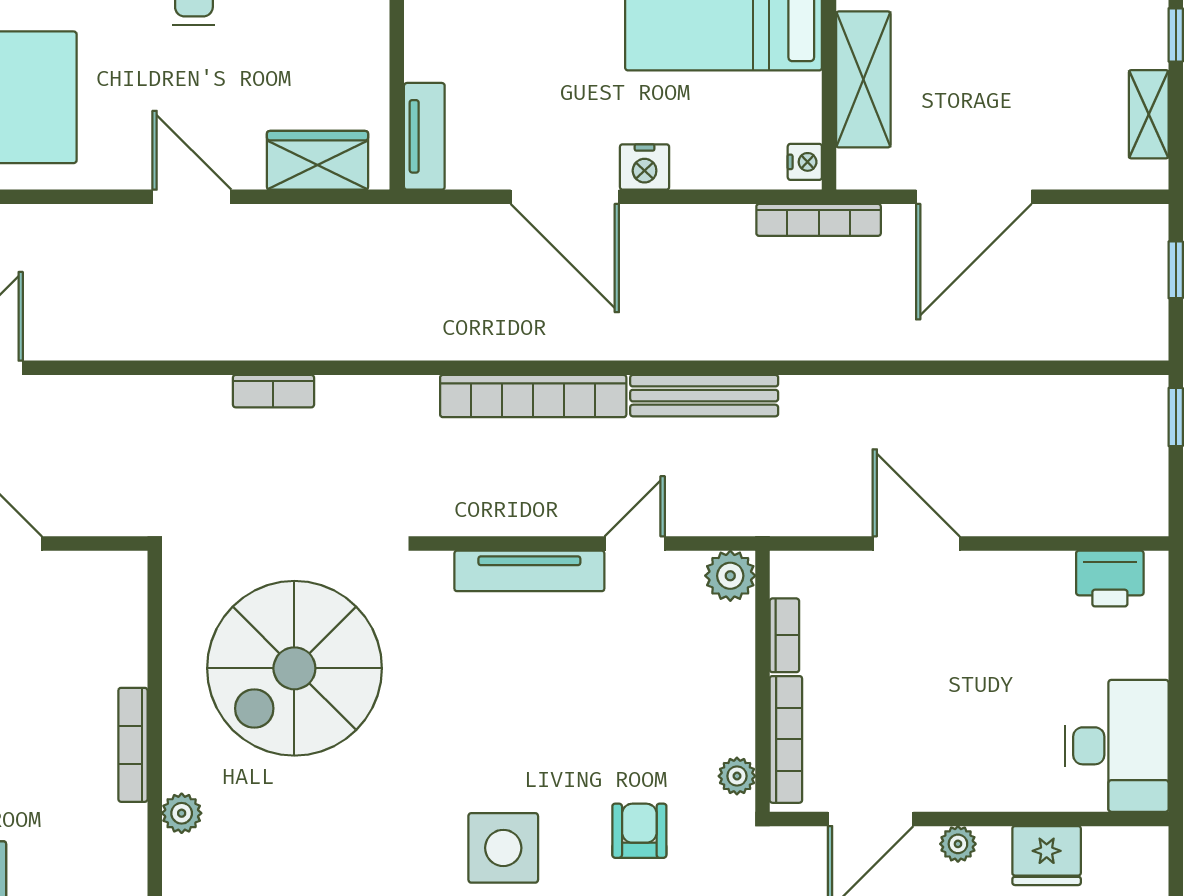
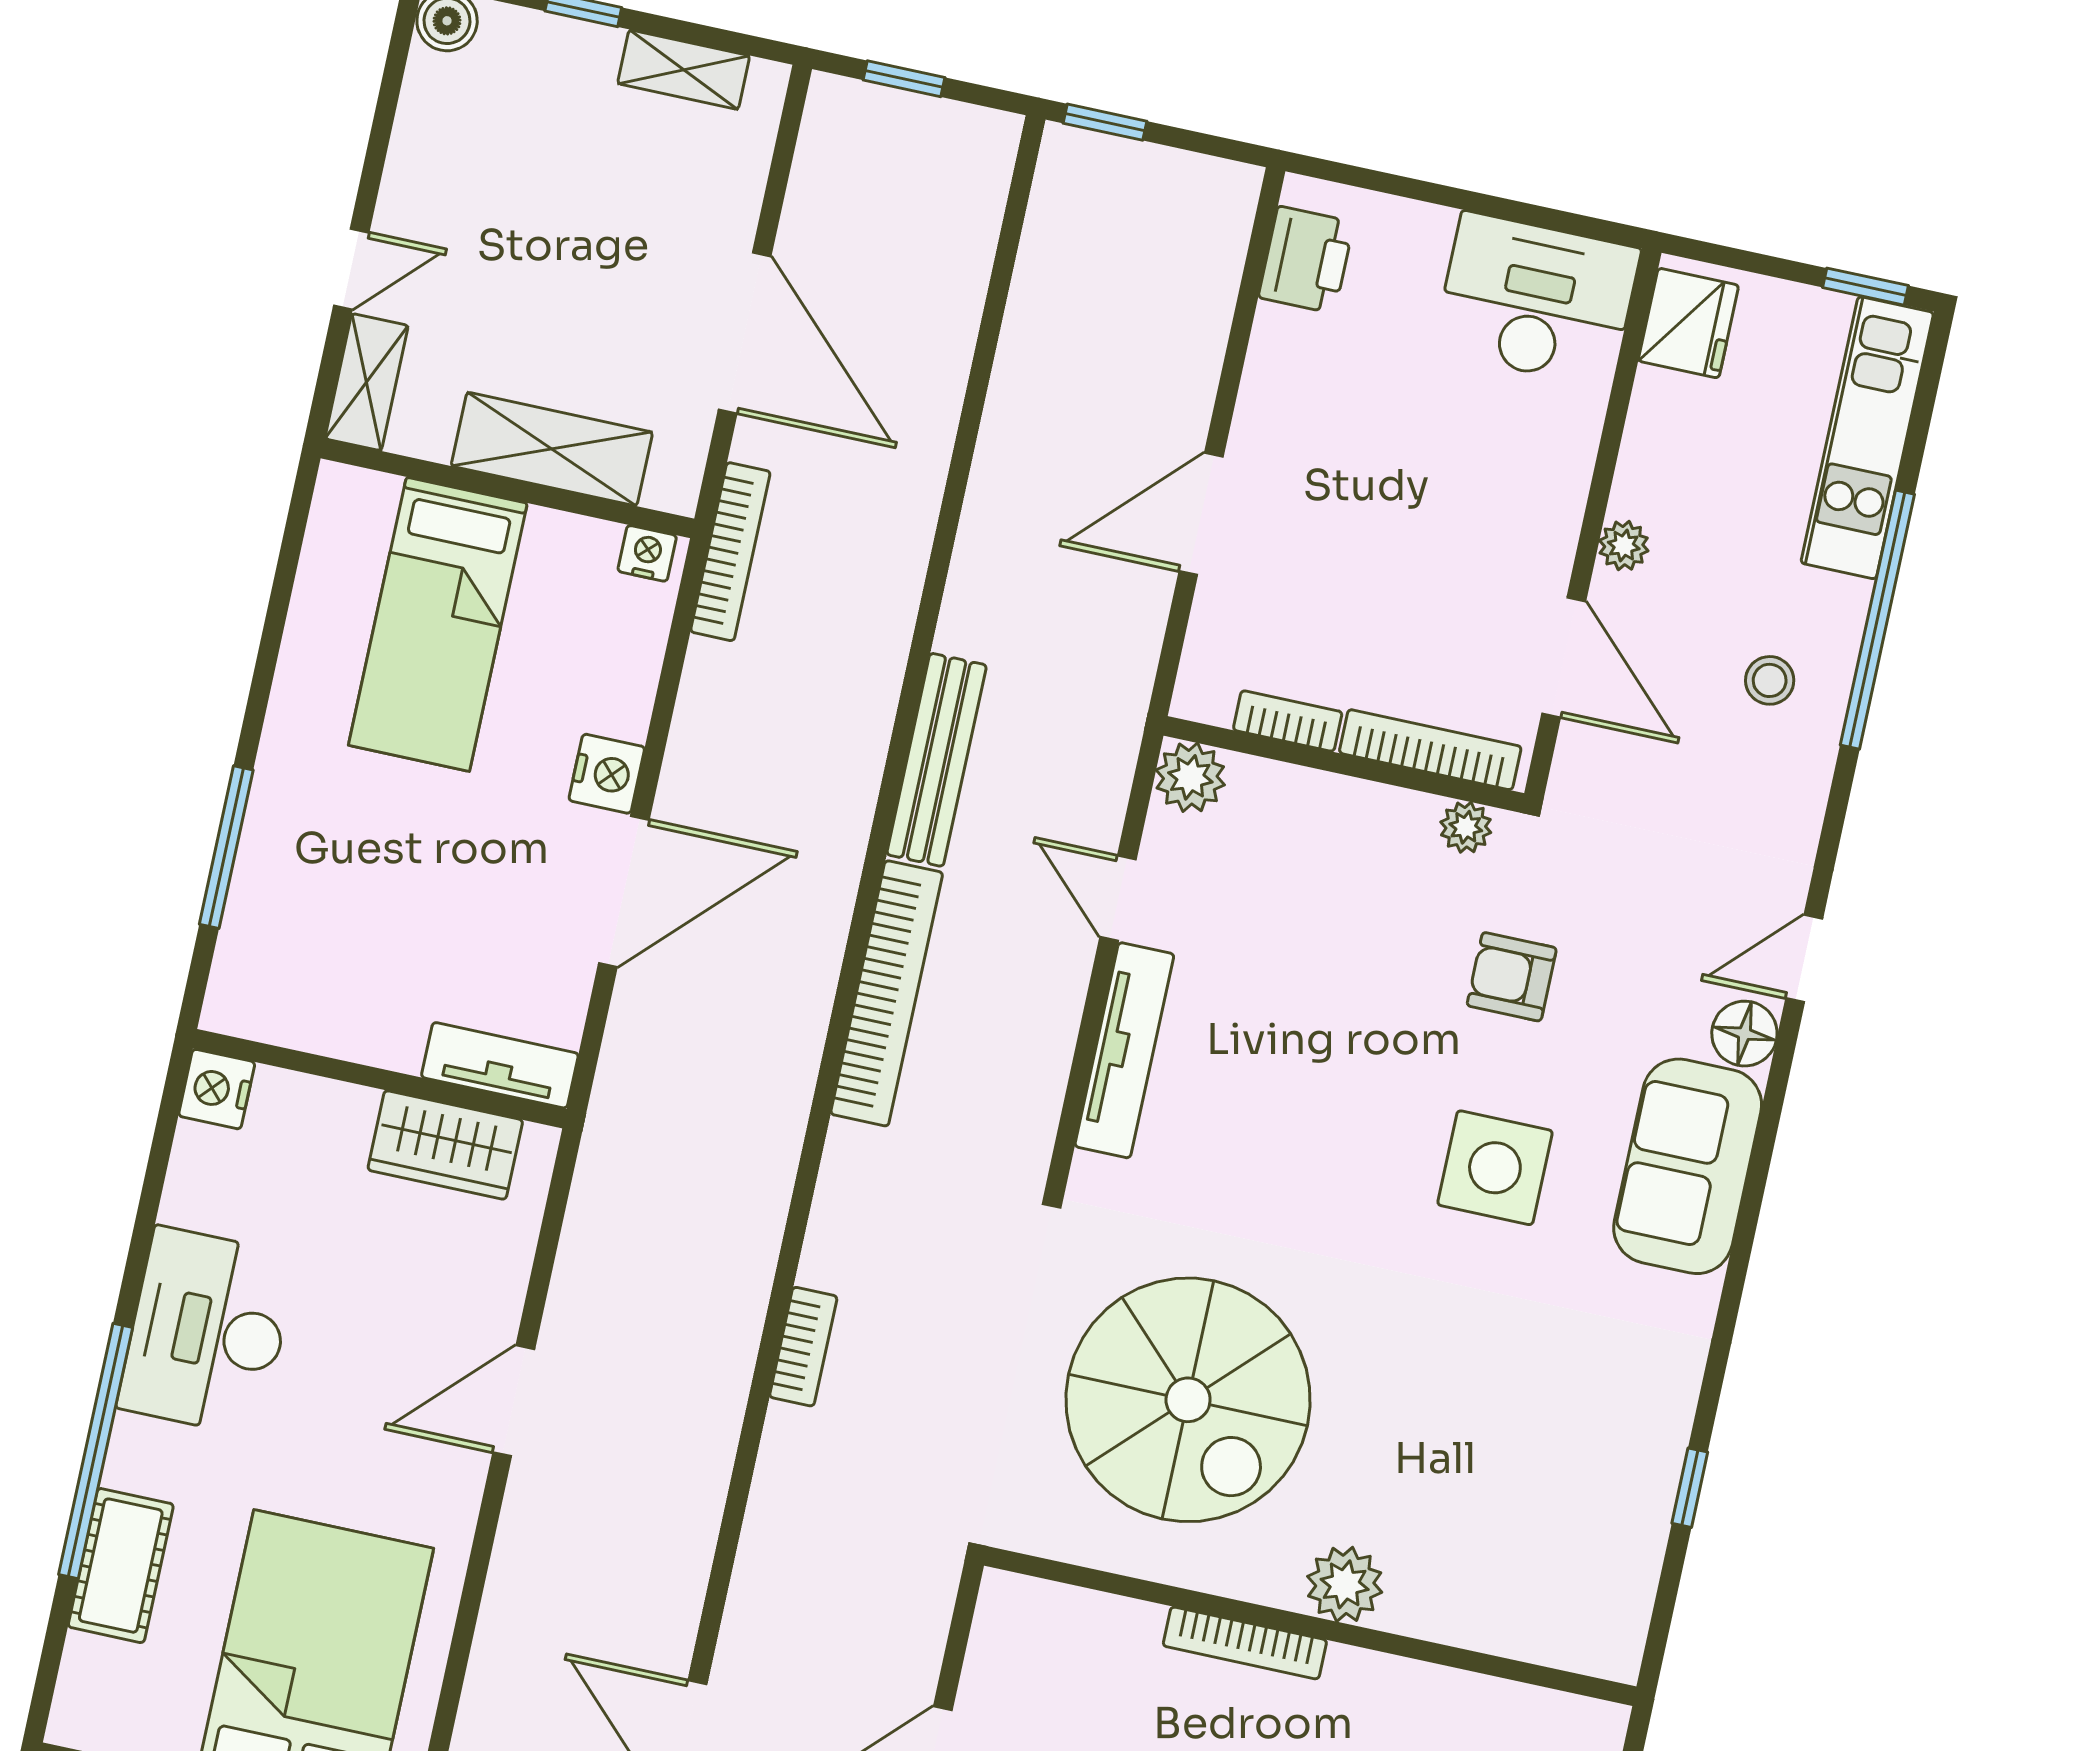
wardrobe: (317, 160) -> (445, 1145), moved, turned -90
plant: (182, 813) -> (1345, 1584), width x1.38, depth x1.38
fridge: (1047, 856) -> (1688, 323), moved

